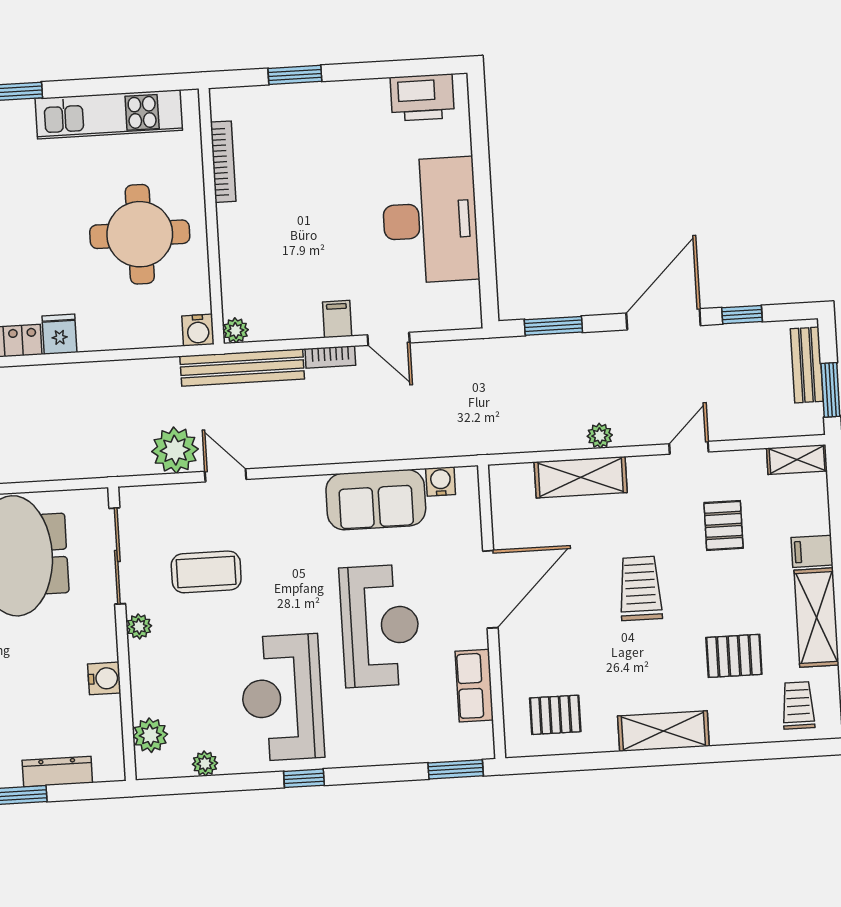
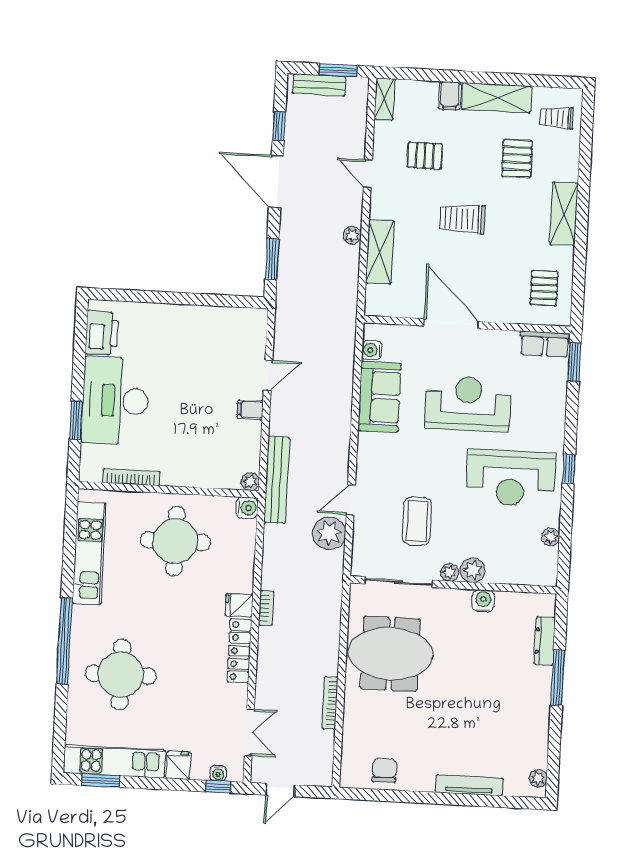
desk: (430, 220) -> (115, 401), moved, turned -90
bookcase: (330, 357) -> (266, 608), moved
row of seats: (474, 686) -> (545, 344), moved
plant: (150, 735) -> (473, 570), moved

